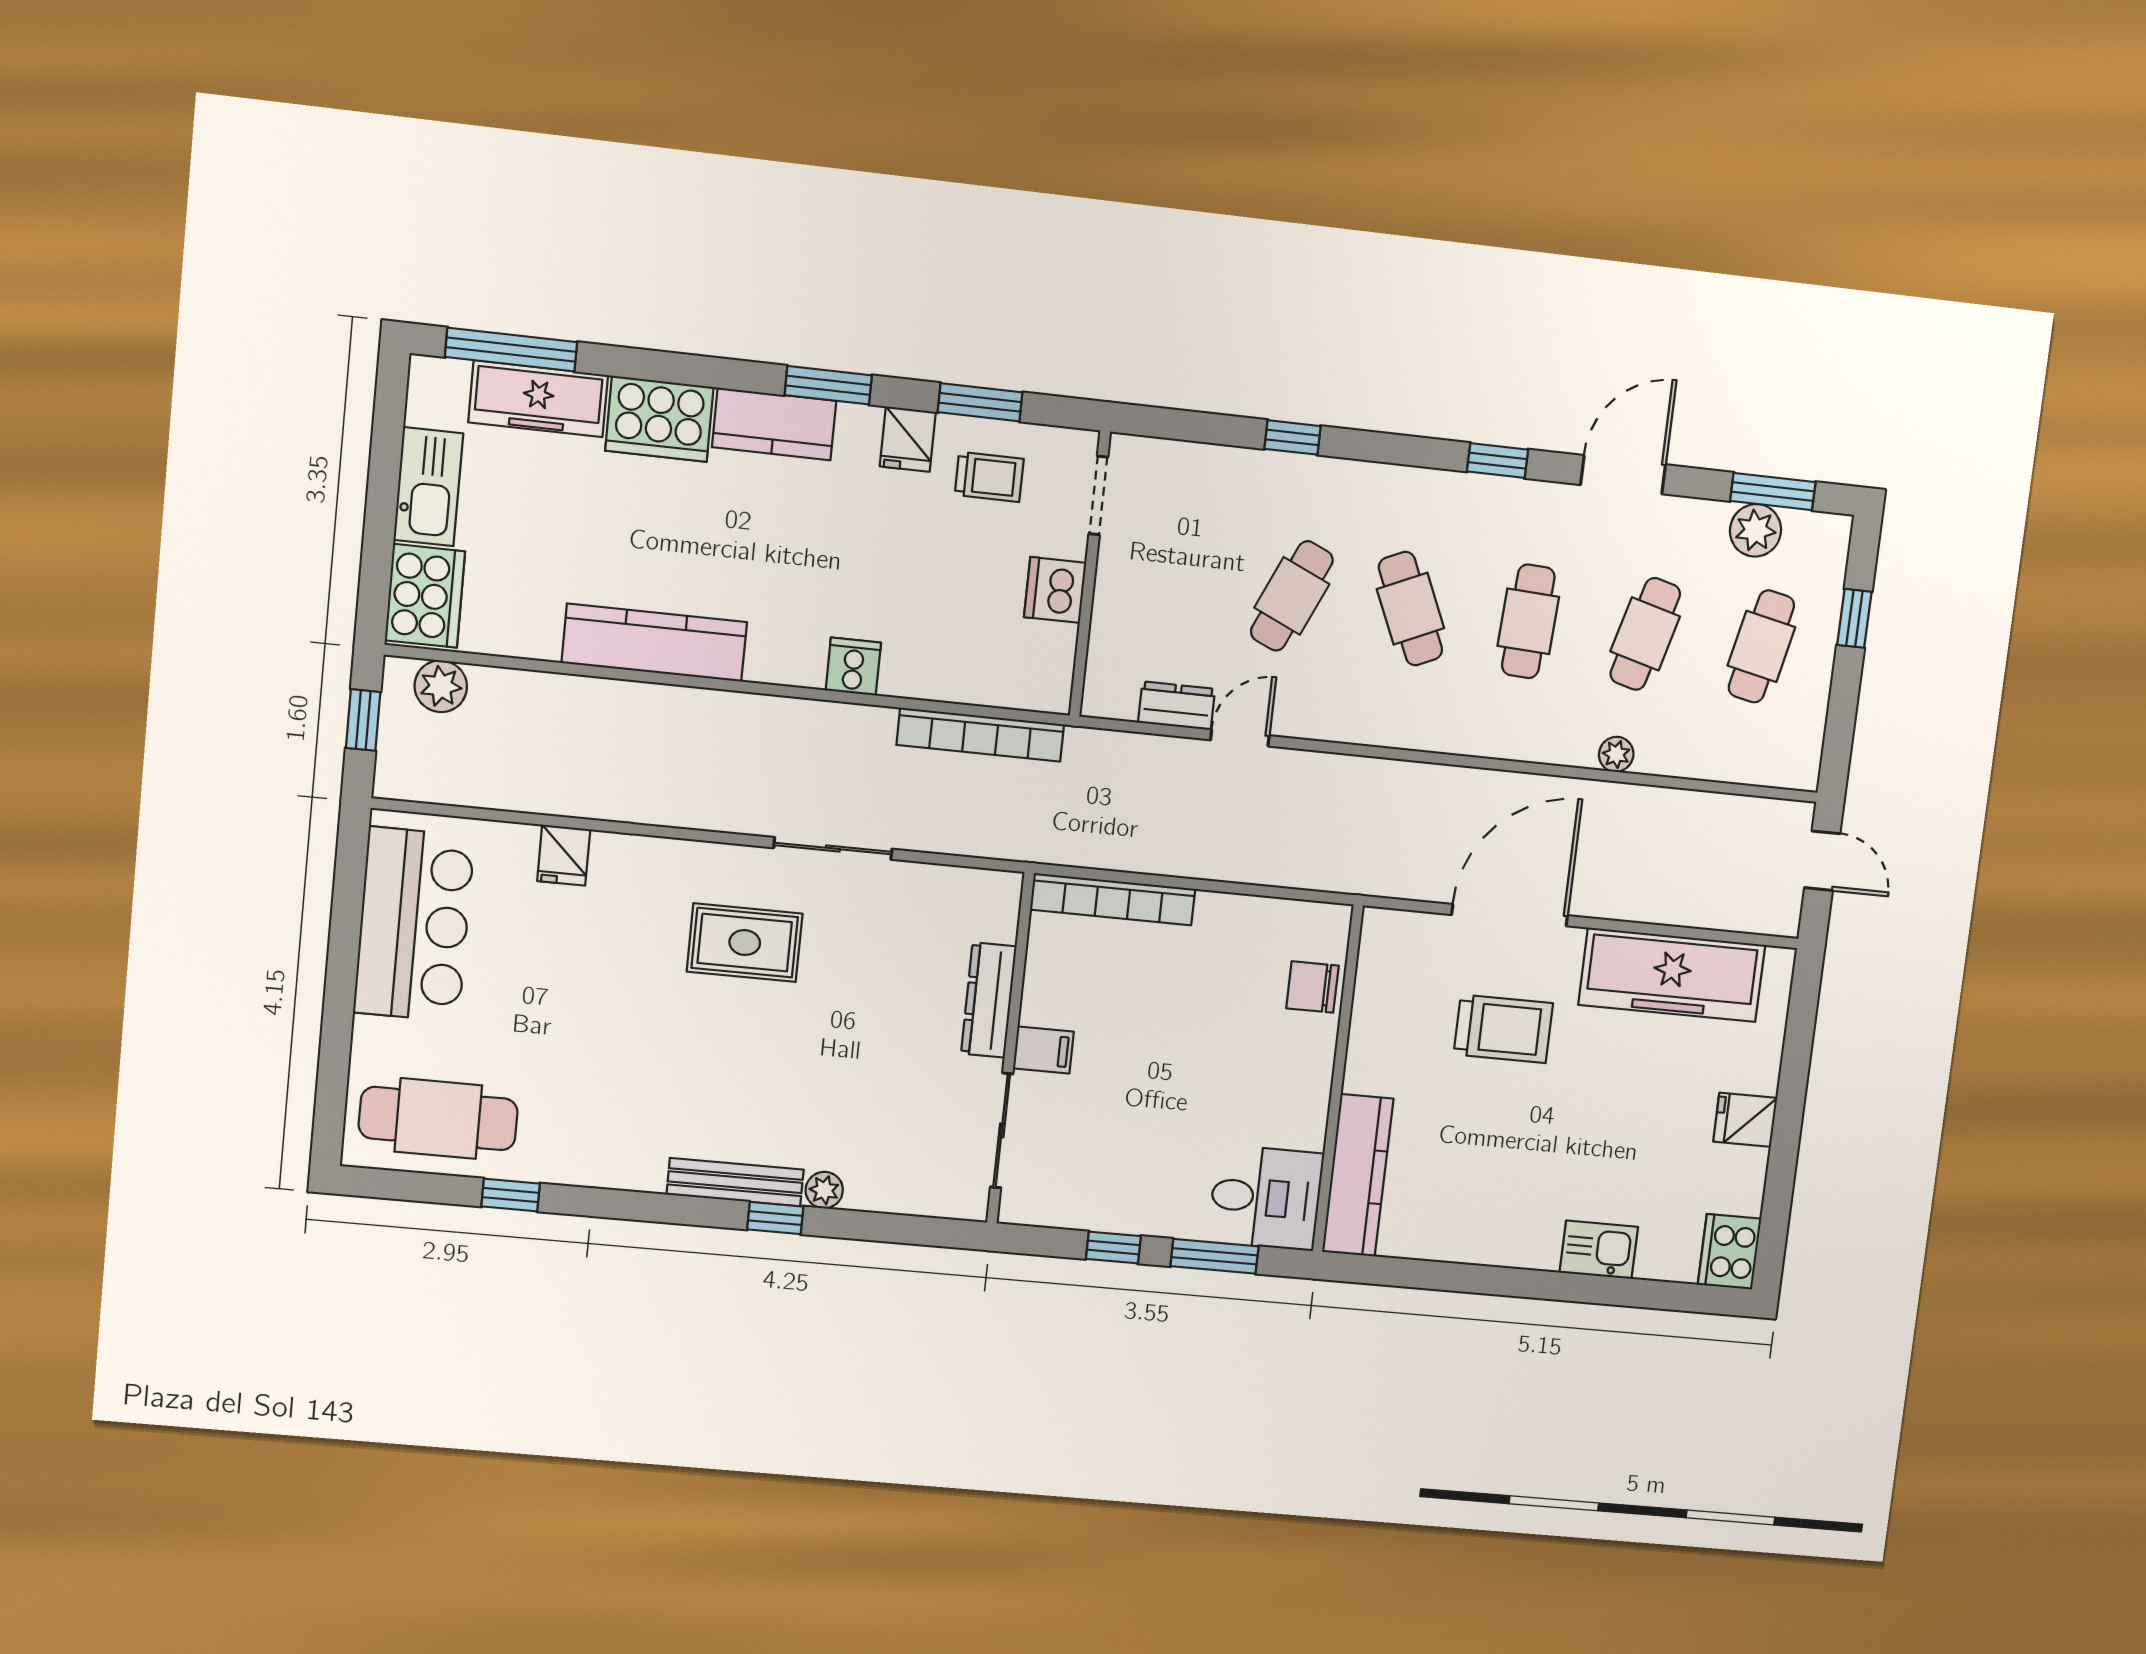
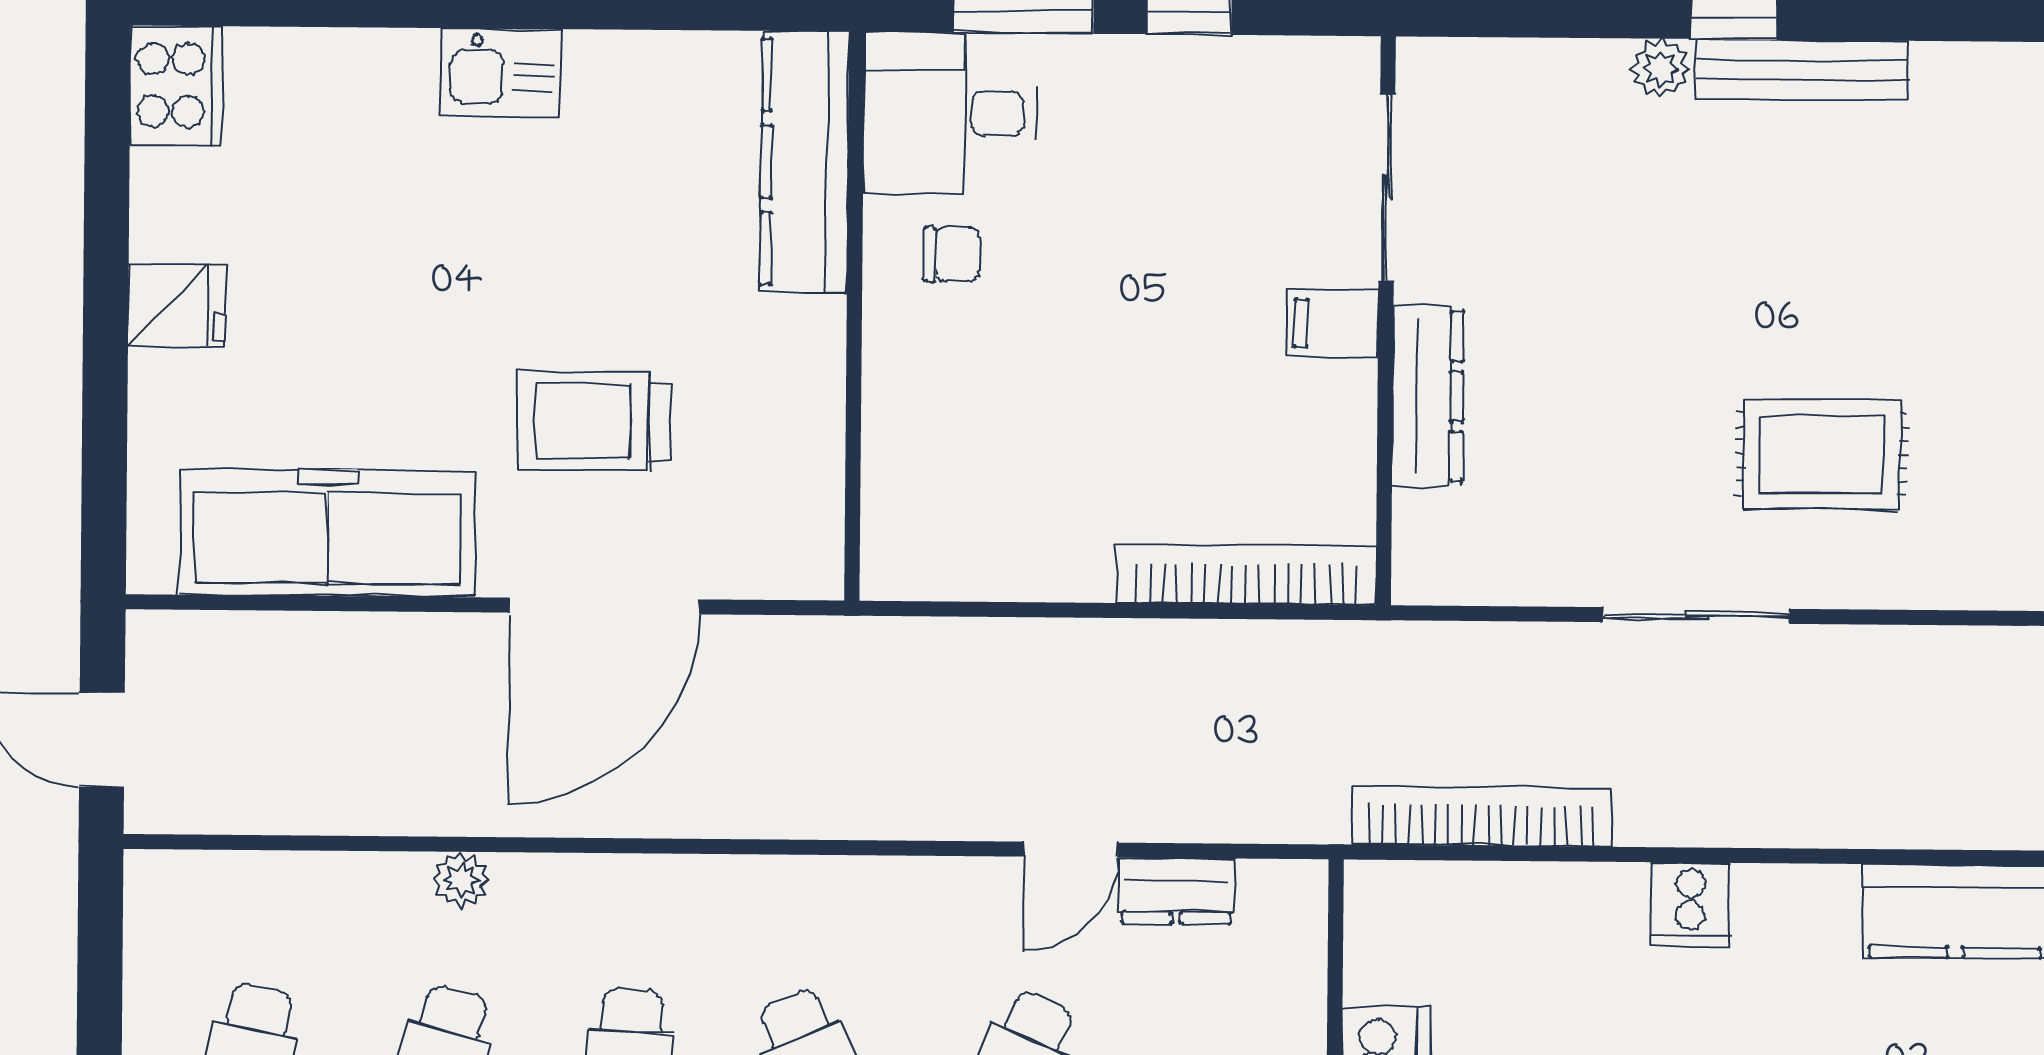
chair: (1312, 987) -> (952, 254), moved, width x0.73, depth x0.73
kitchen sink: (1599, 1250) -> (501, 72), moved

